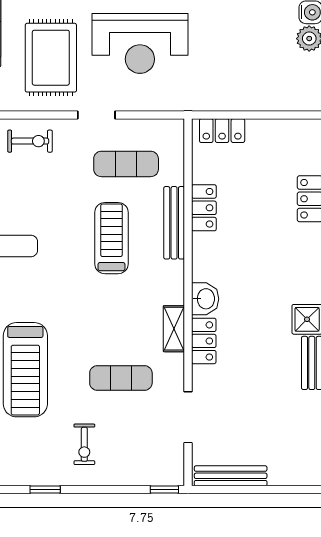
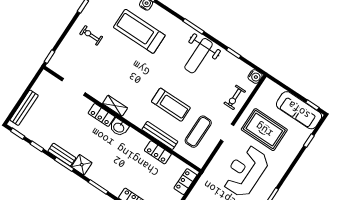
exercise mat: (121, 378) -> (109, 69), removed
bench: (231, 476) -> (24, 108), moved

